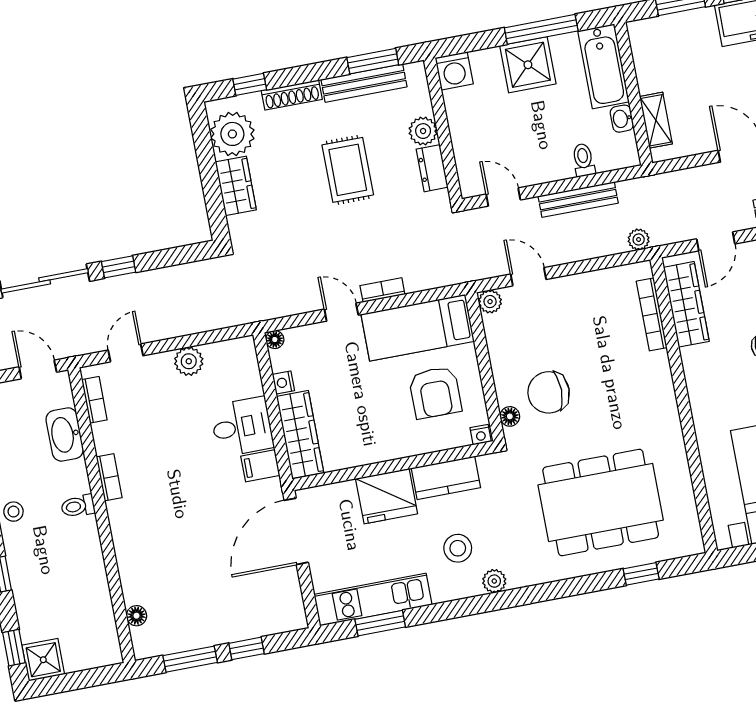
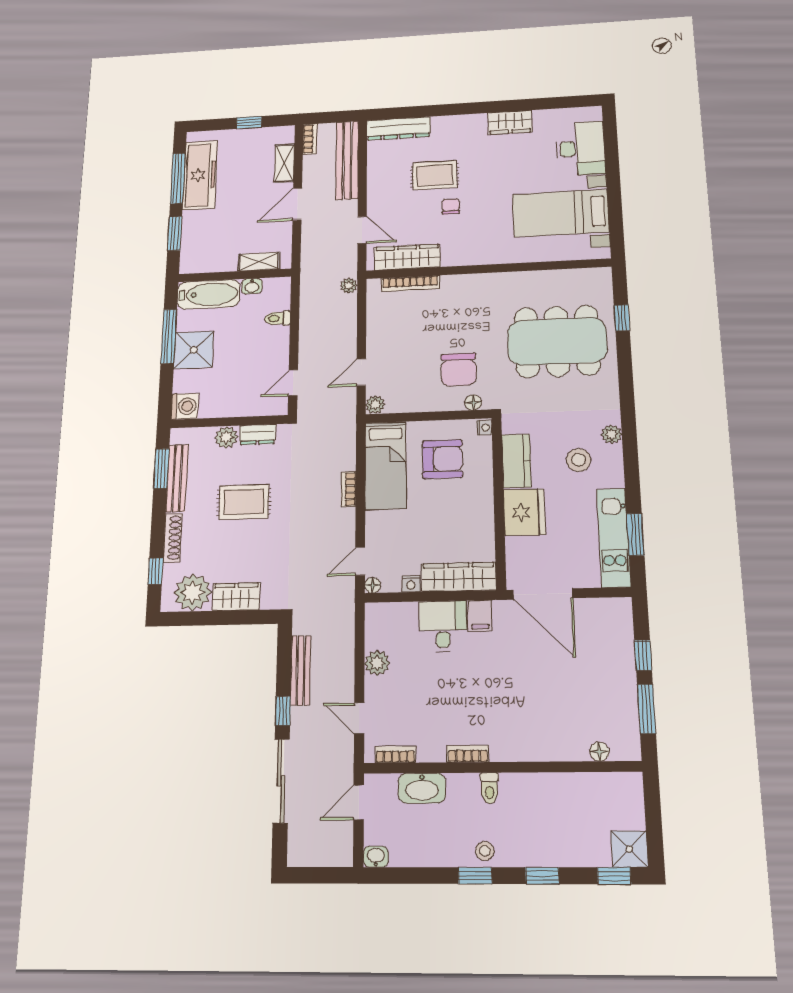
bench: (578, 200) -> (301, 670), moved
door: (341, 312) -> (360, 561), moved
dining table: (601, 503) -> (557, 341), turned 90

